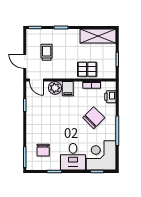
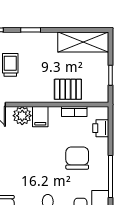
chair: (94, 118) -> (77, 158), turned -45

